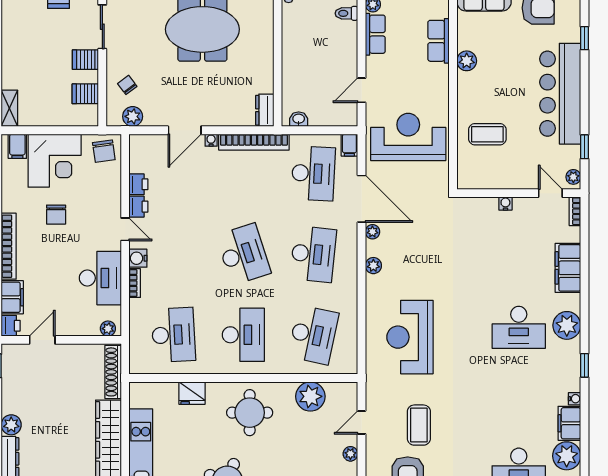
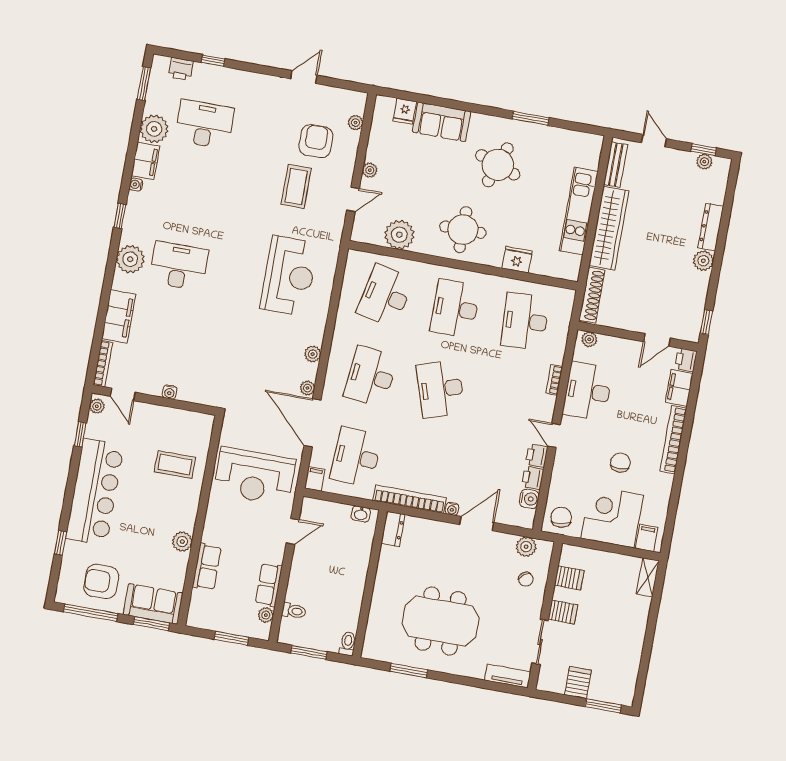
bookcase: (575, 211) -> (103, 364), width x1.56
water cooler: (138, 258) -> (529, 499), moved

